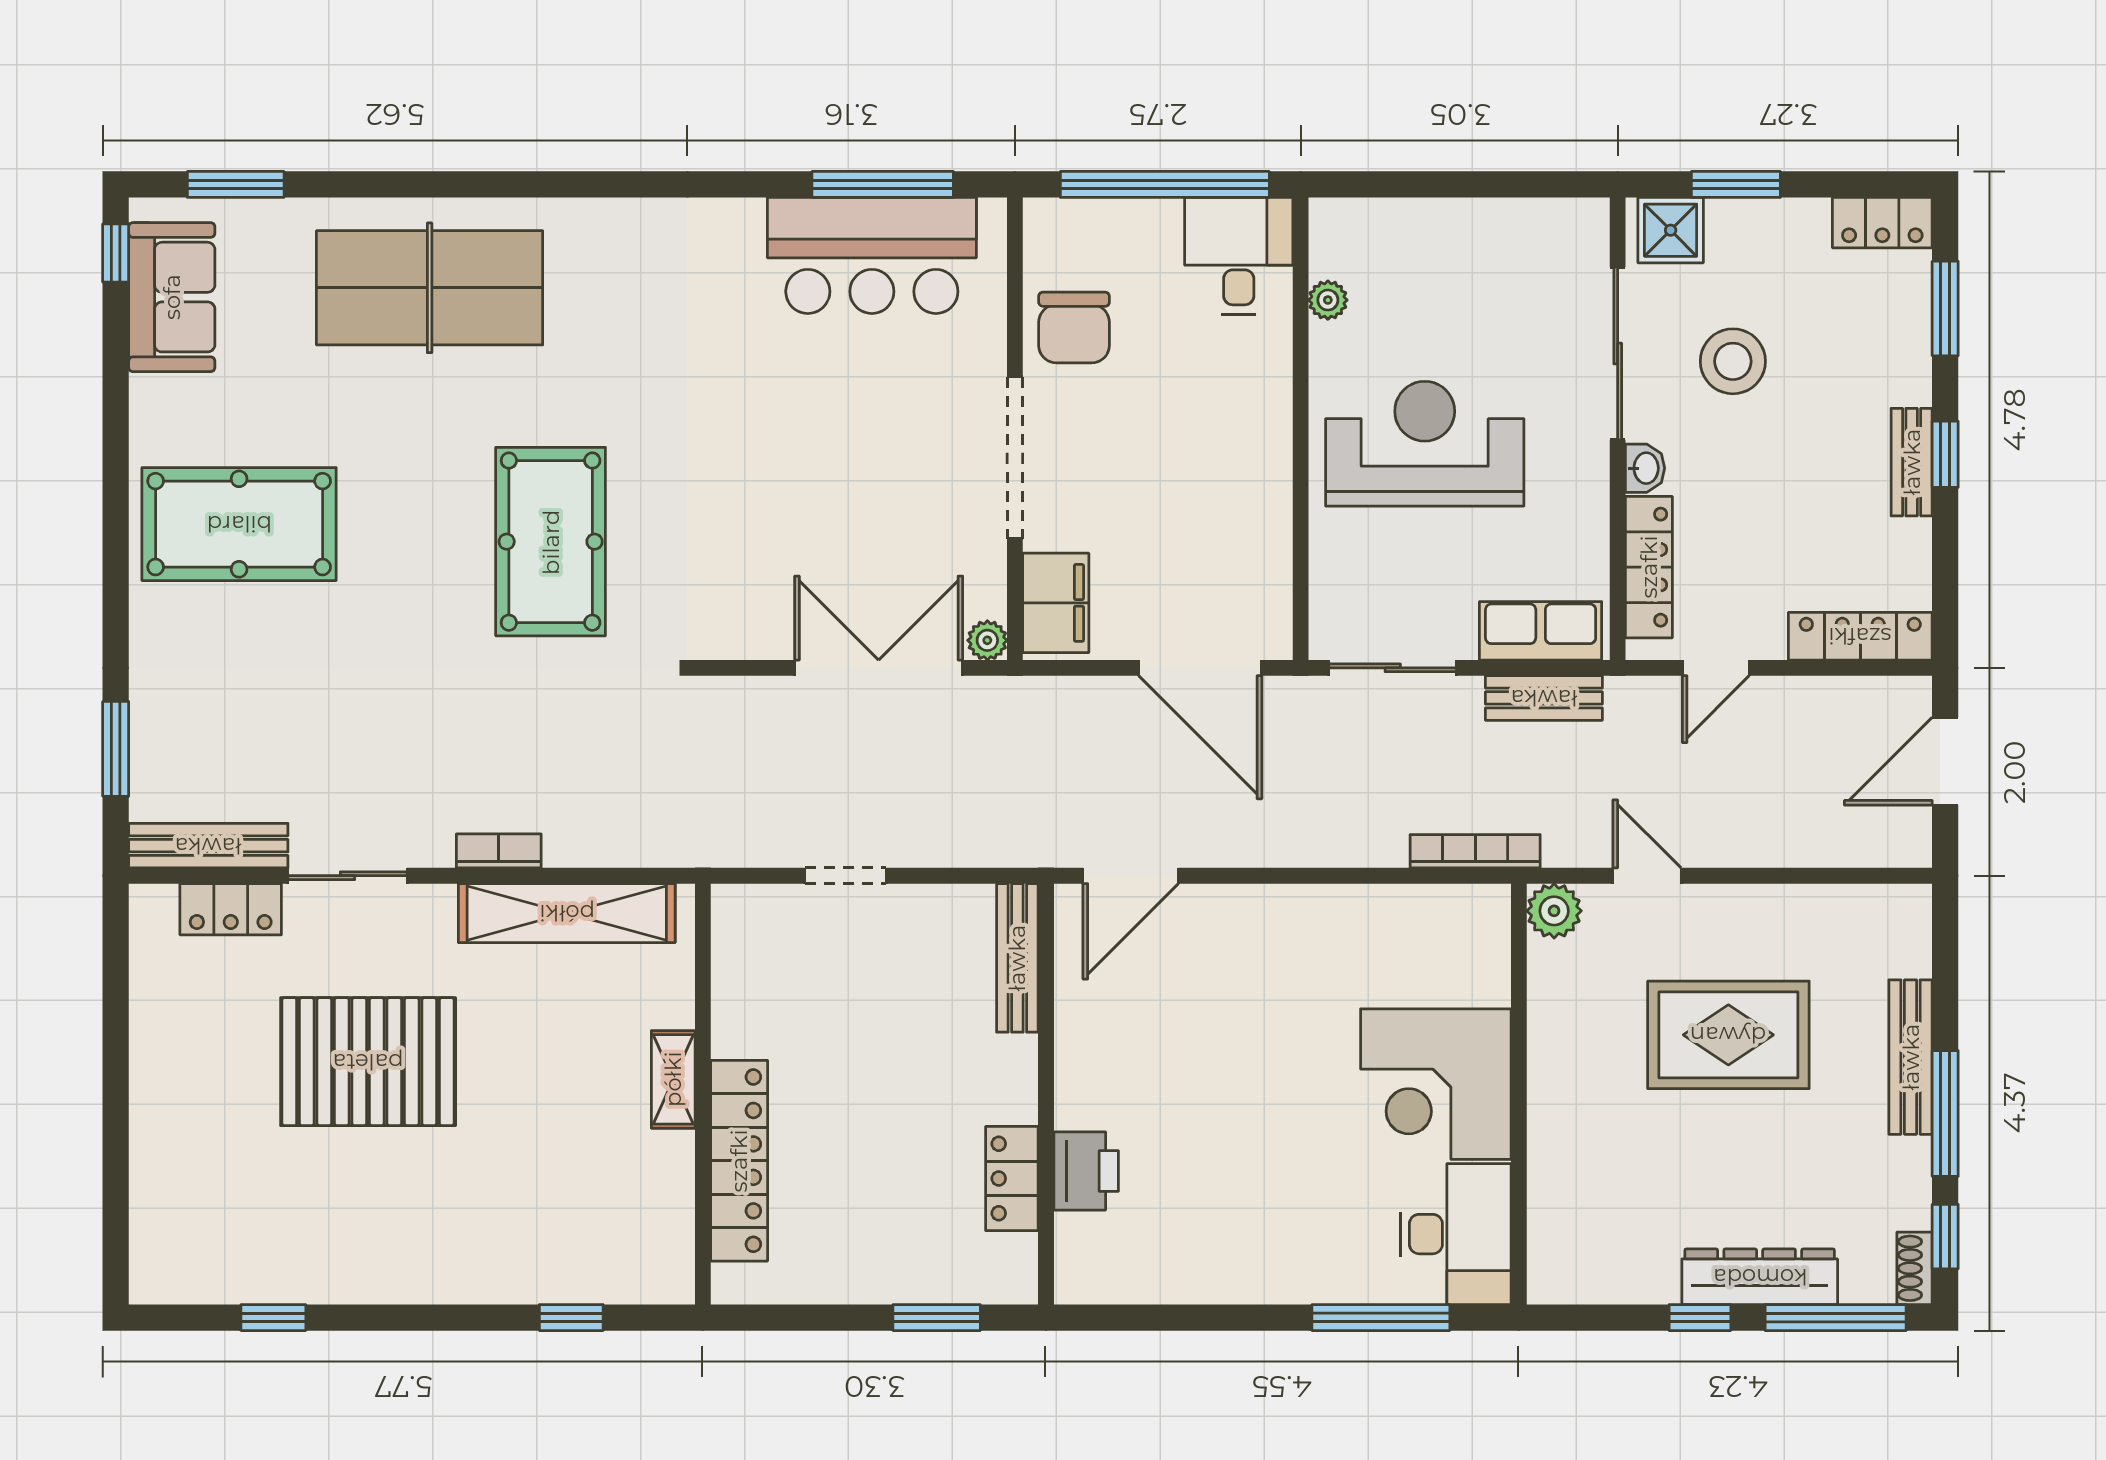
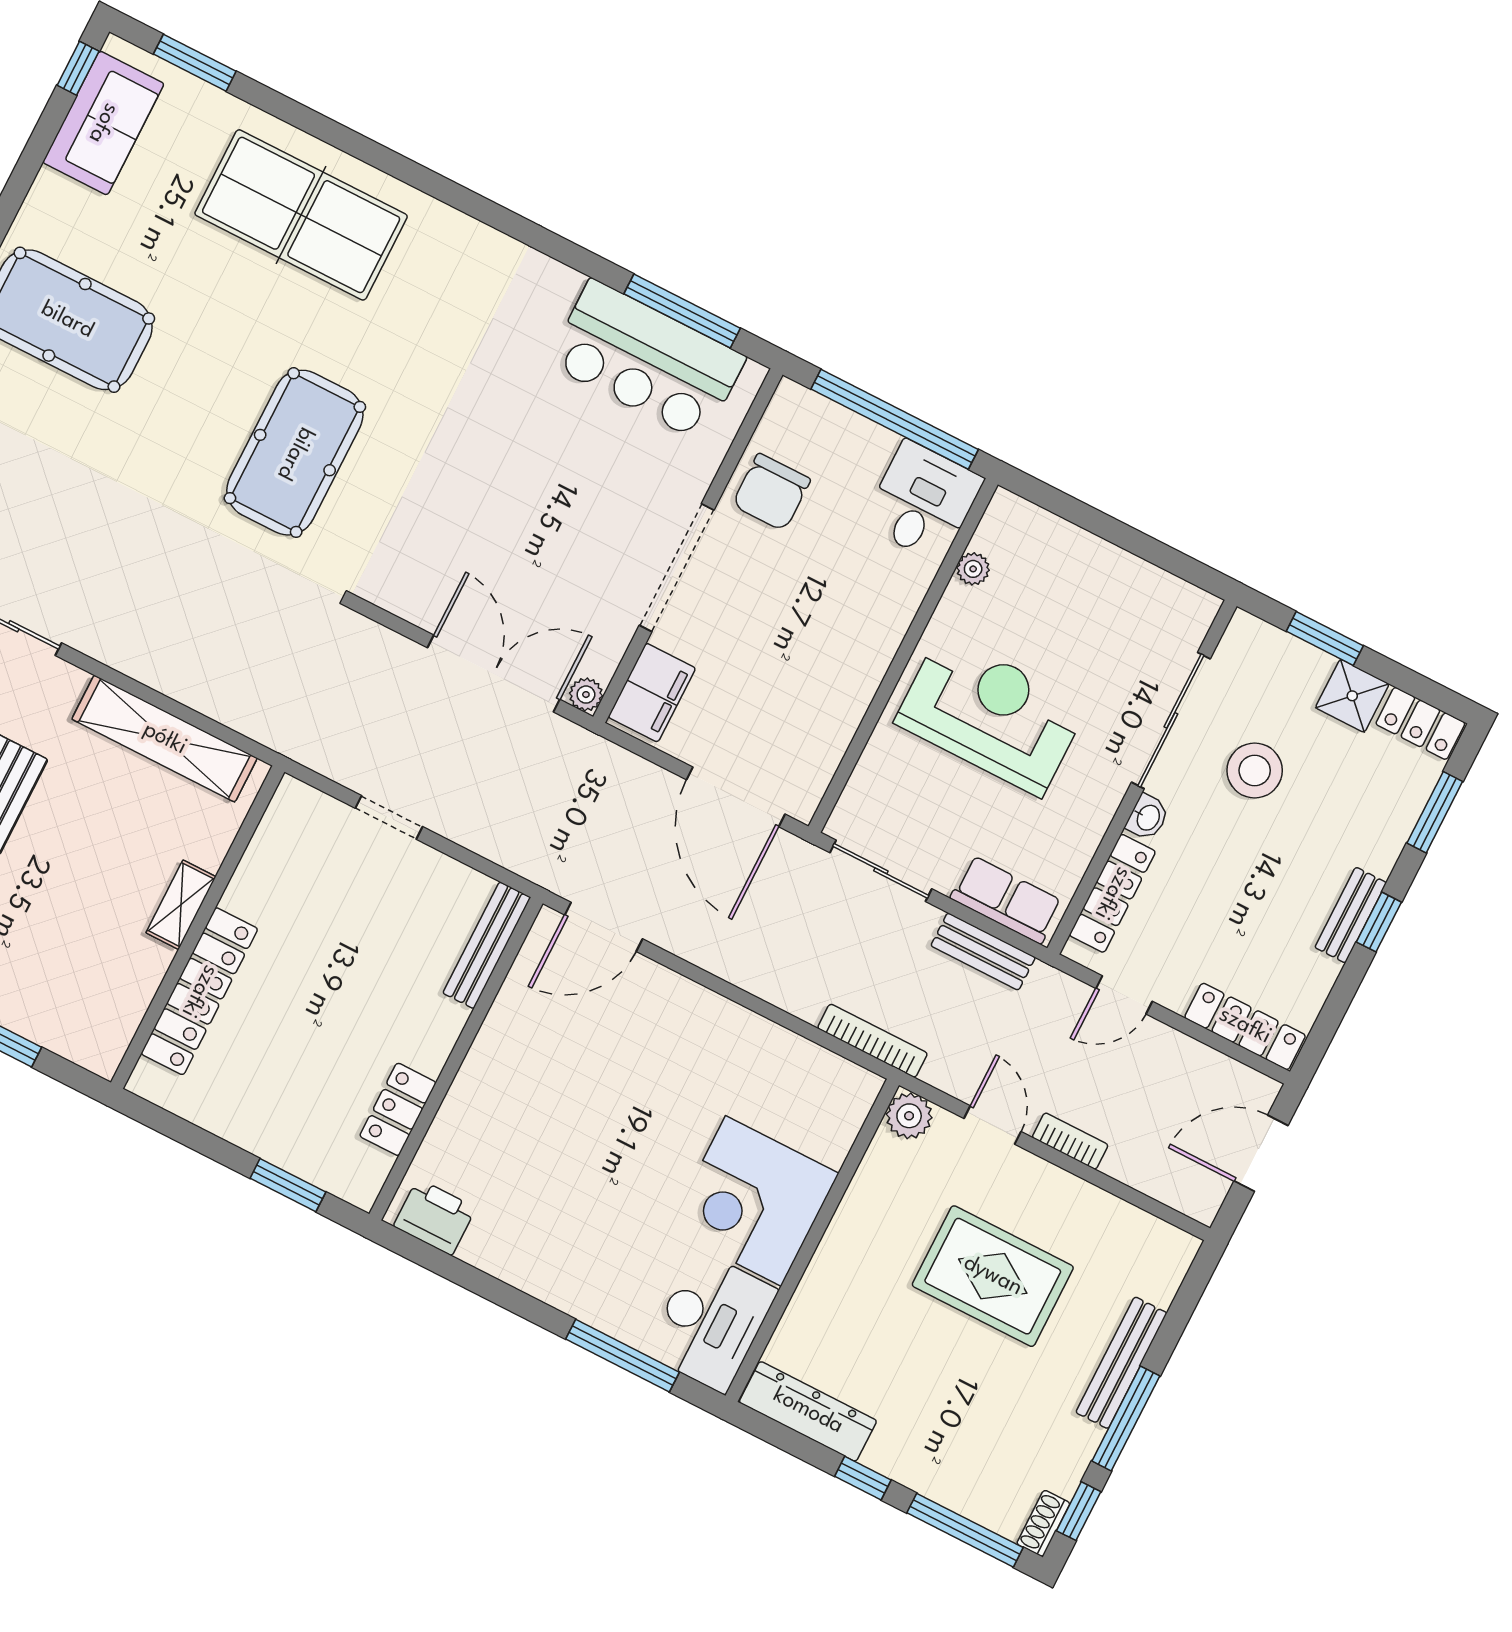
shower: (1671, 230) -> (1352, 696), moved
bookcase: (499, 851) -> (1070, 1141), moved
printer: (1086, 1171) -> (435, 1217), moved, turned -90
dresser: (1760, 1277) -> (808, 1411), moved

